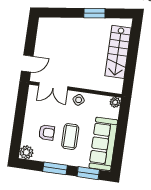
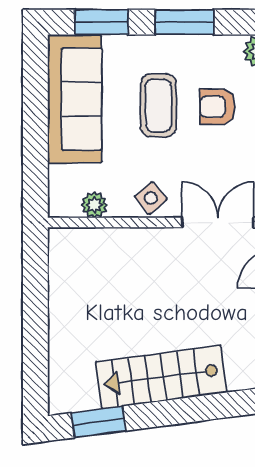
window: (94, 13) -> (99, 422), moved
stairs: (118, 52) -> (161, 377), moved, turned -98
plant: (115, 102) -> (94, 205), moved

